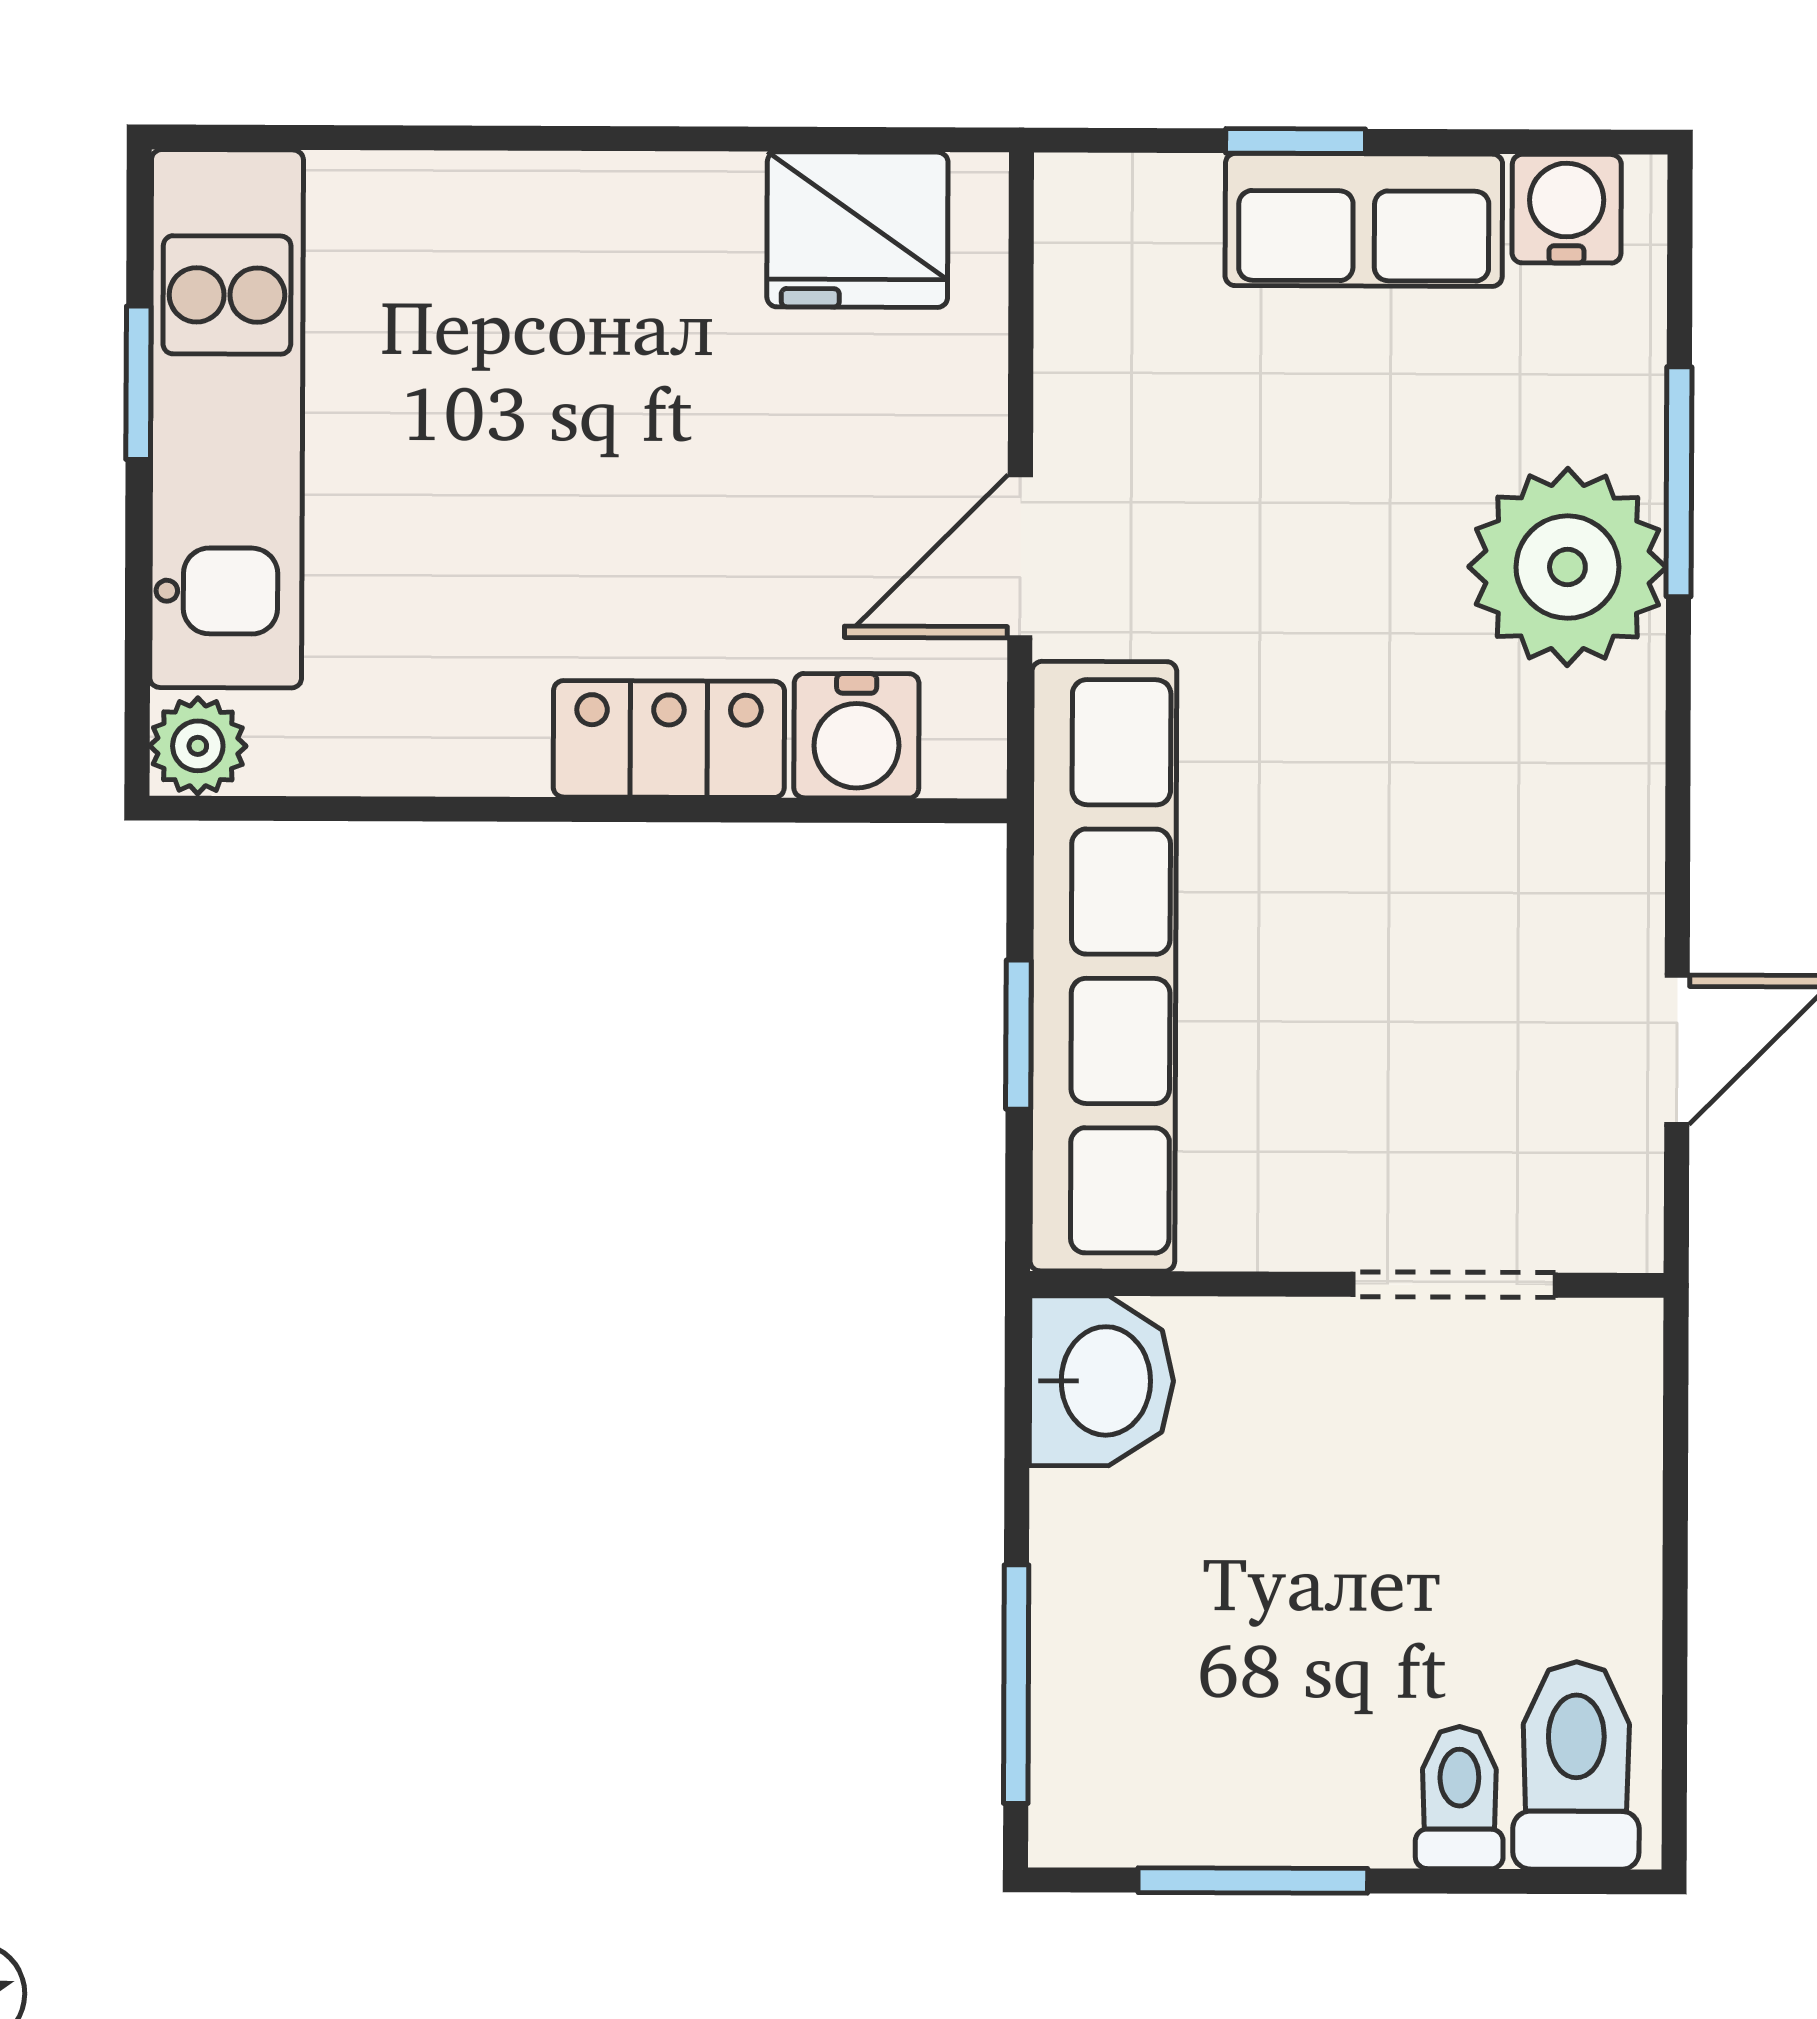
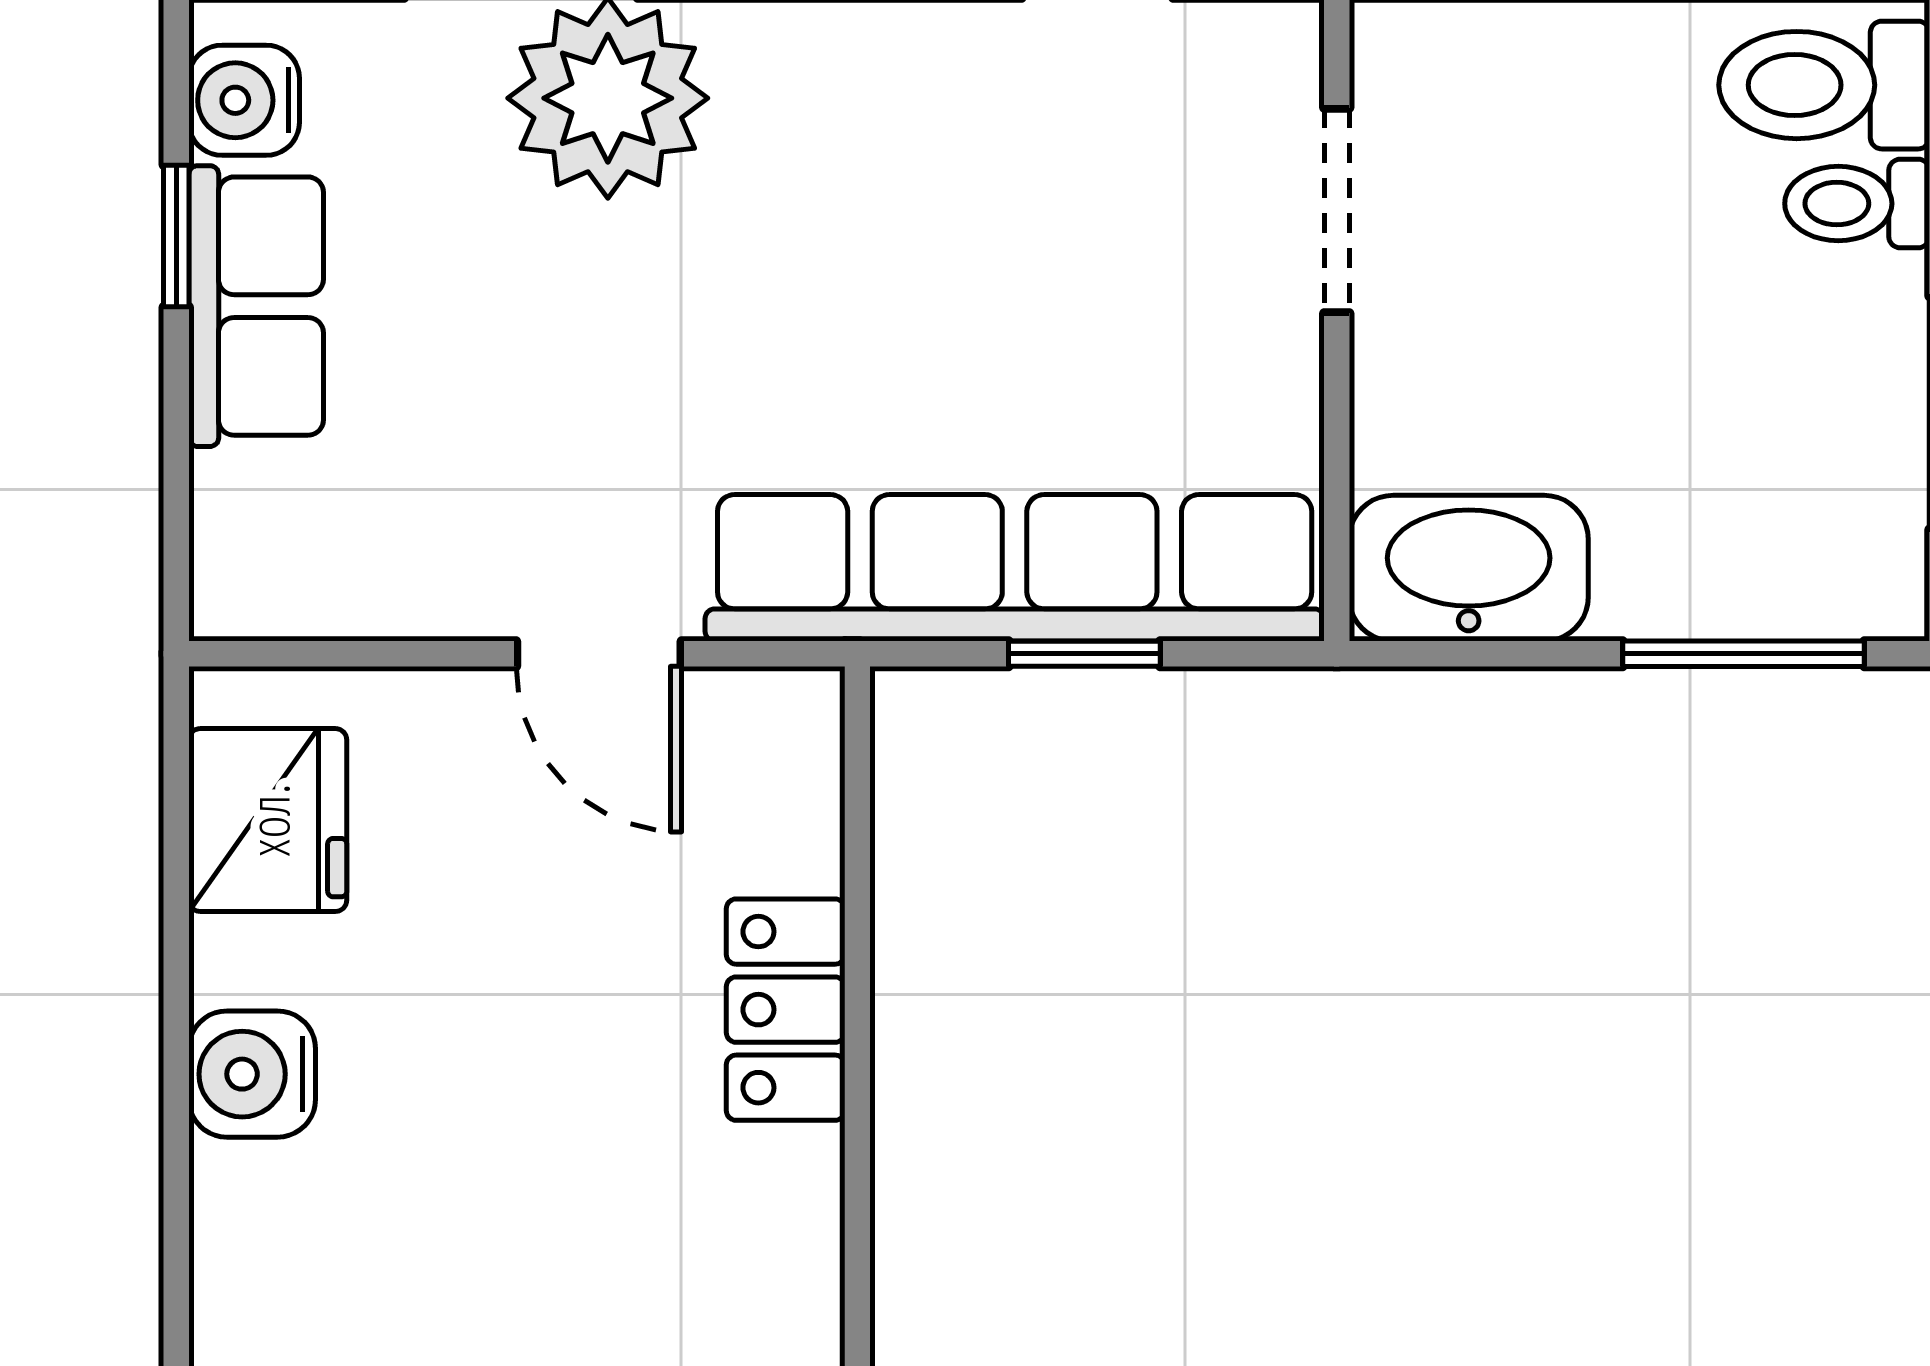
window: (1296, 141) -> (176, 236), moved
water cooler: (856, 736) -> (252, 1074), moved, turned 180
washbasin: (1102, 1381) -> (1469, 568), width x1.38

